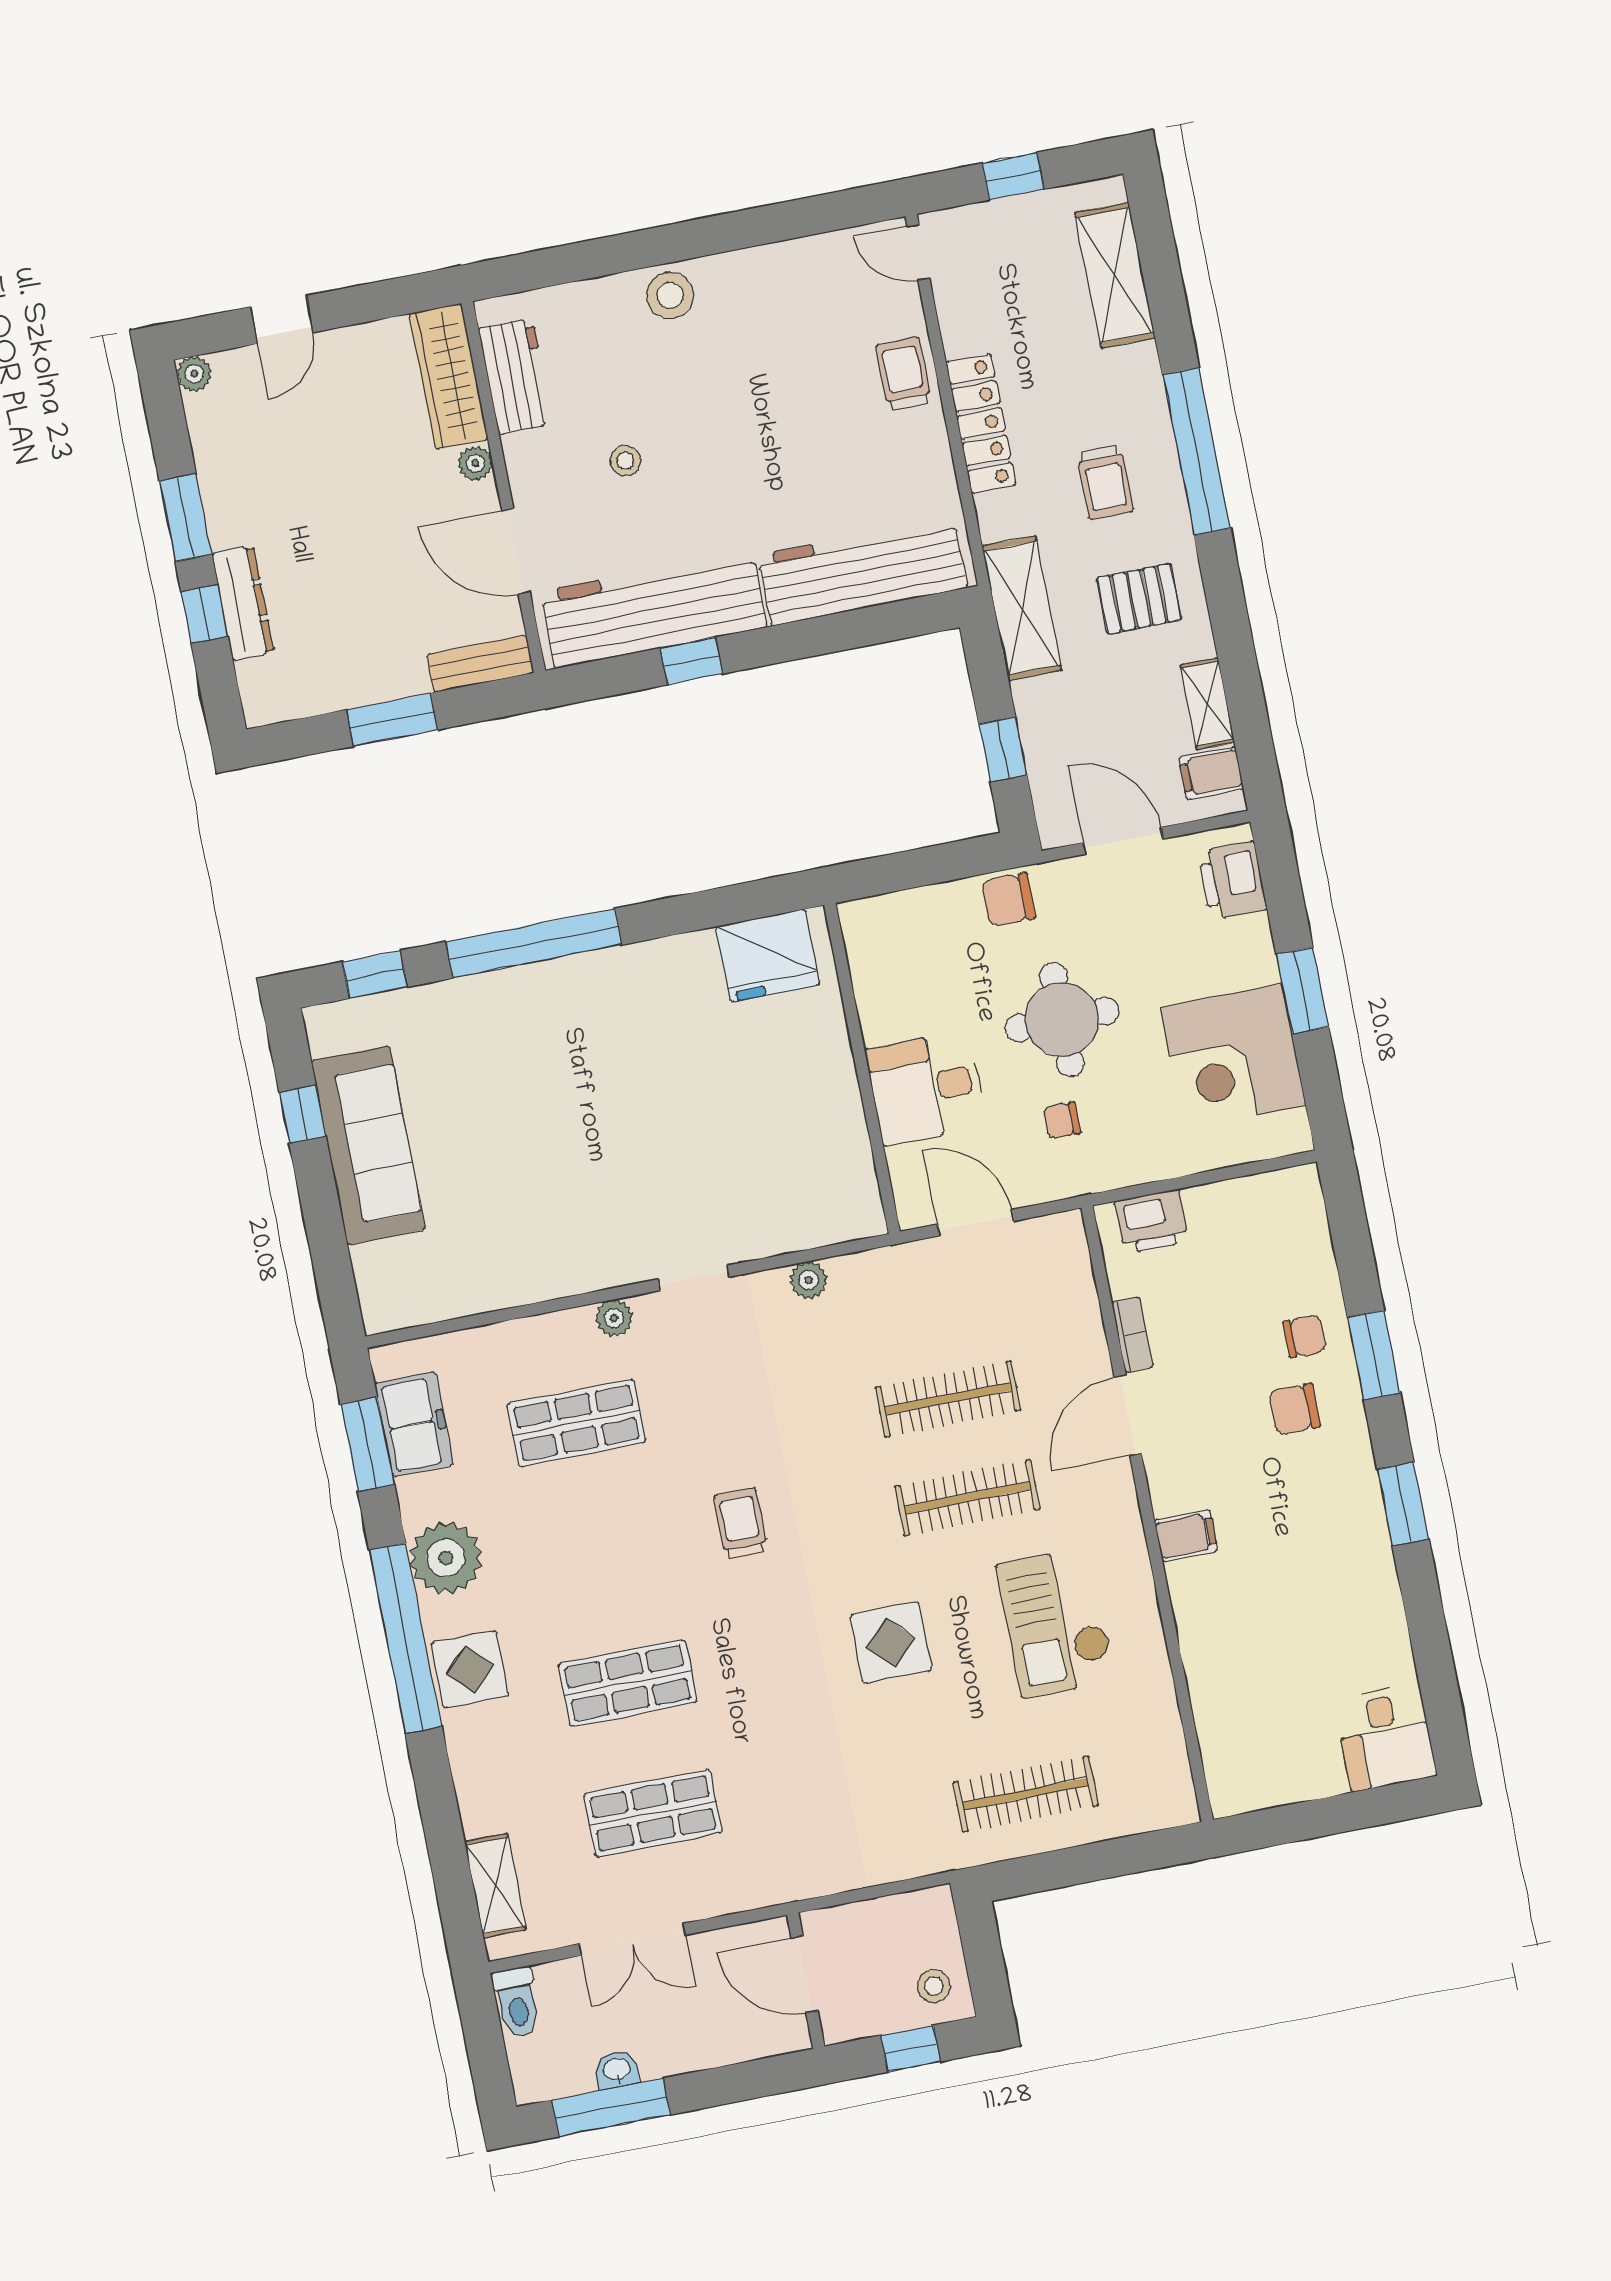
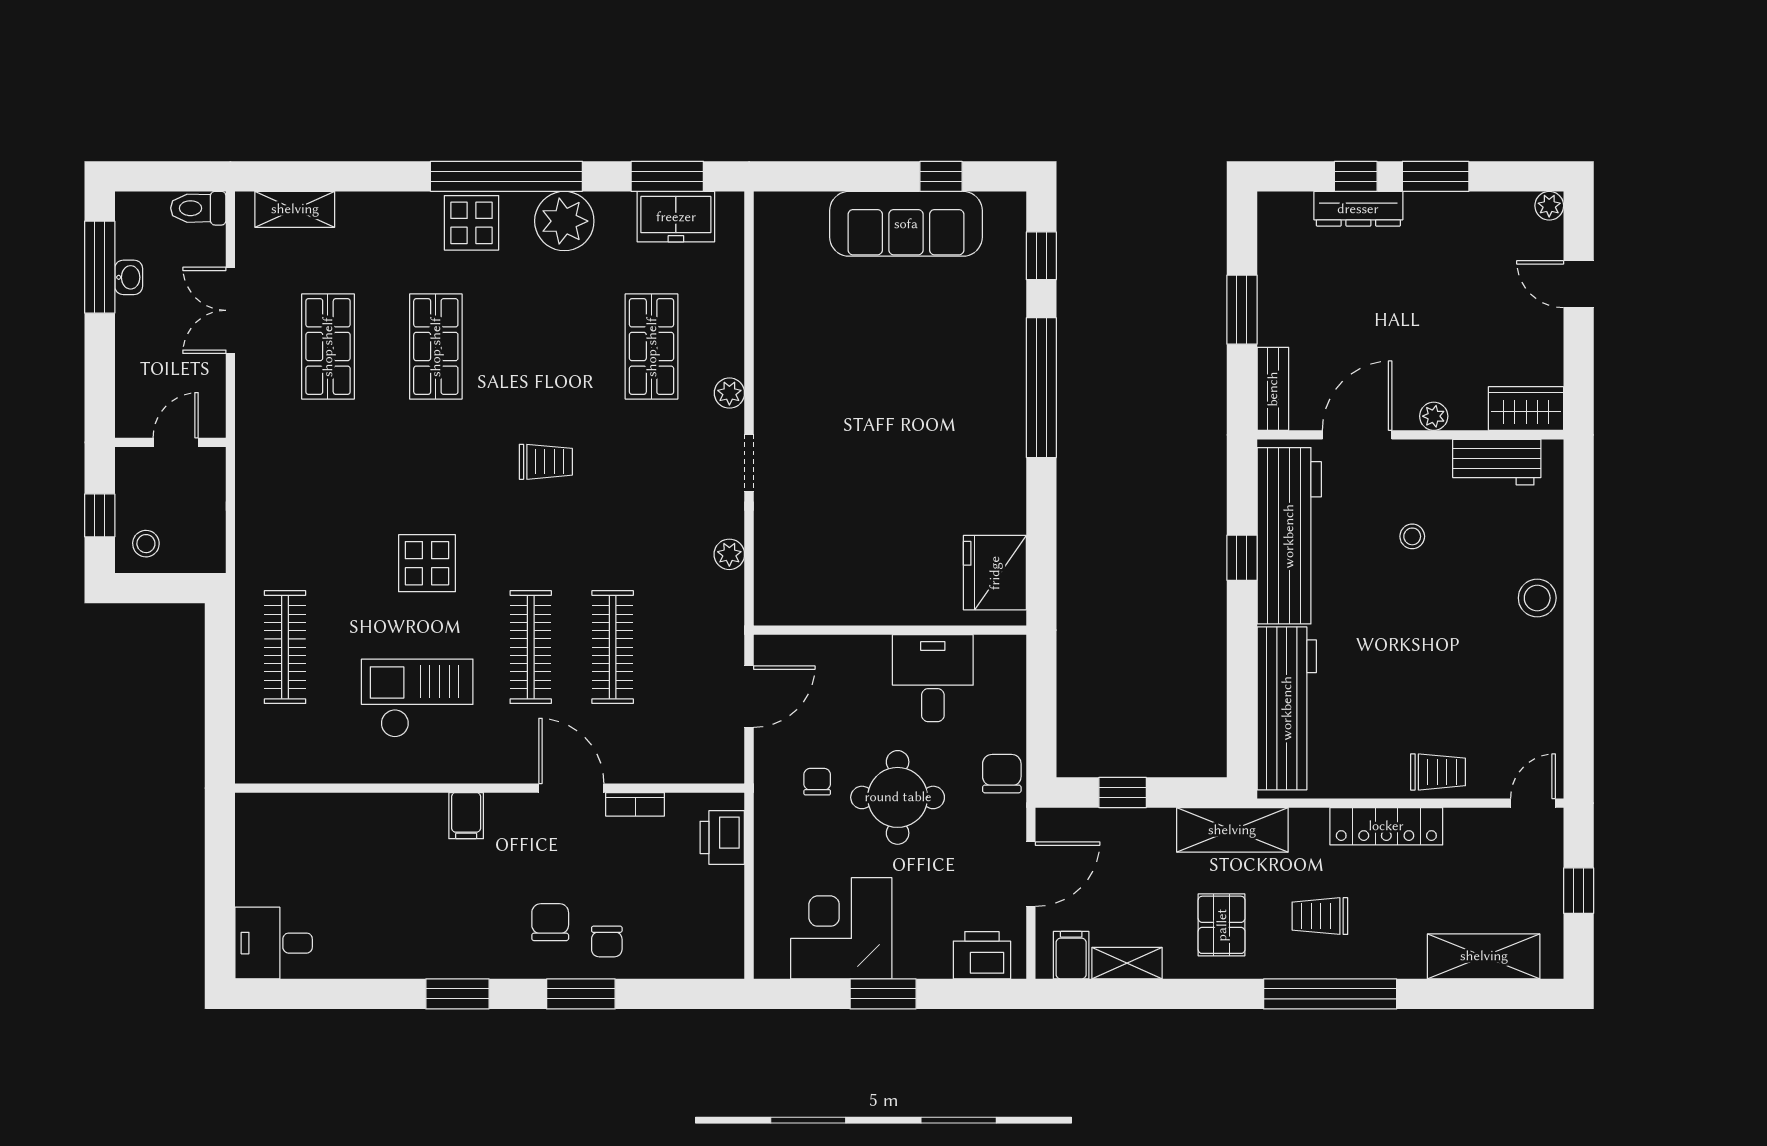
wardrobe: (449, 376) -> (1526, 408), width x0.67
desk: (926, 1088) -> (933, 678), moved
door: (805, 1974) -> (176, 442), width x0.73

